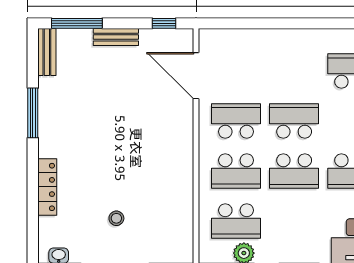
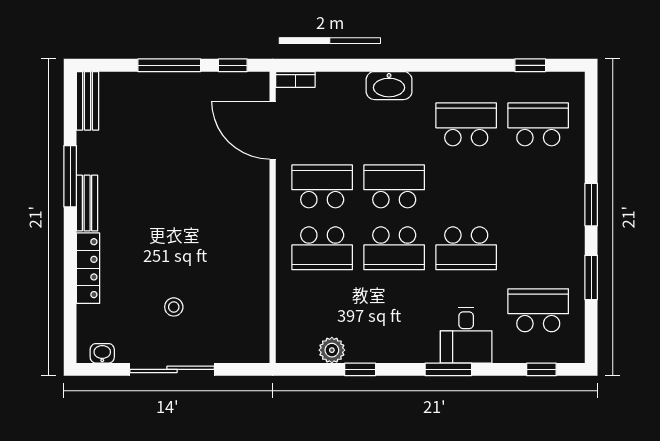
window: (77, 23) -> (169, 65), moved
bookcase: (214, 35) -> (295, 79), added
bench: (116, 37) -> (87, 203), moved, turned 90
washbasin: (290, 40) -> (389, 86), added
school desk: (236, 221) -> (322, 310), removed

